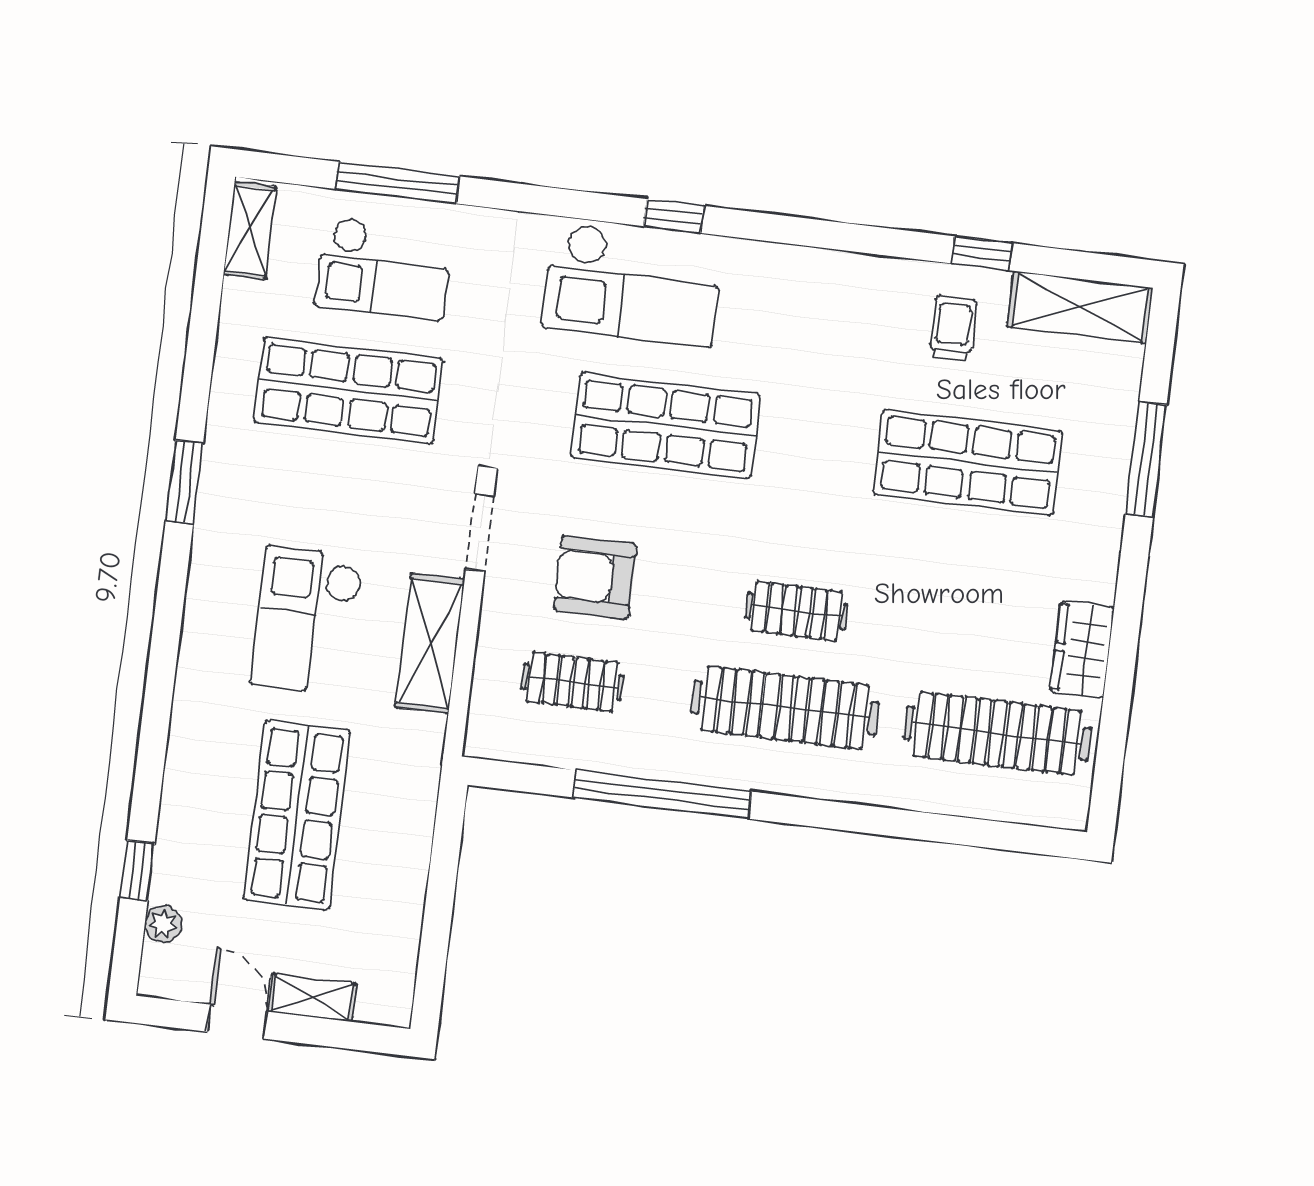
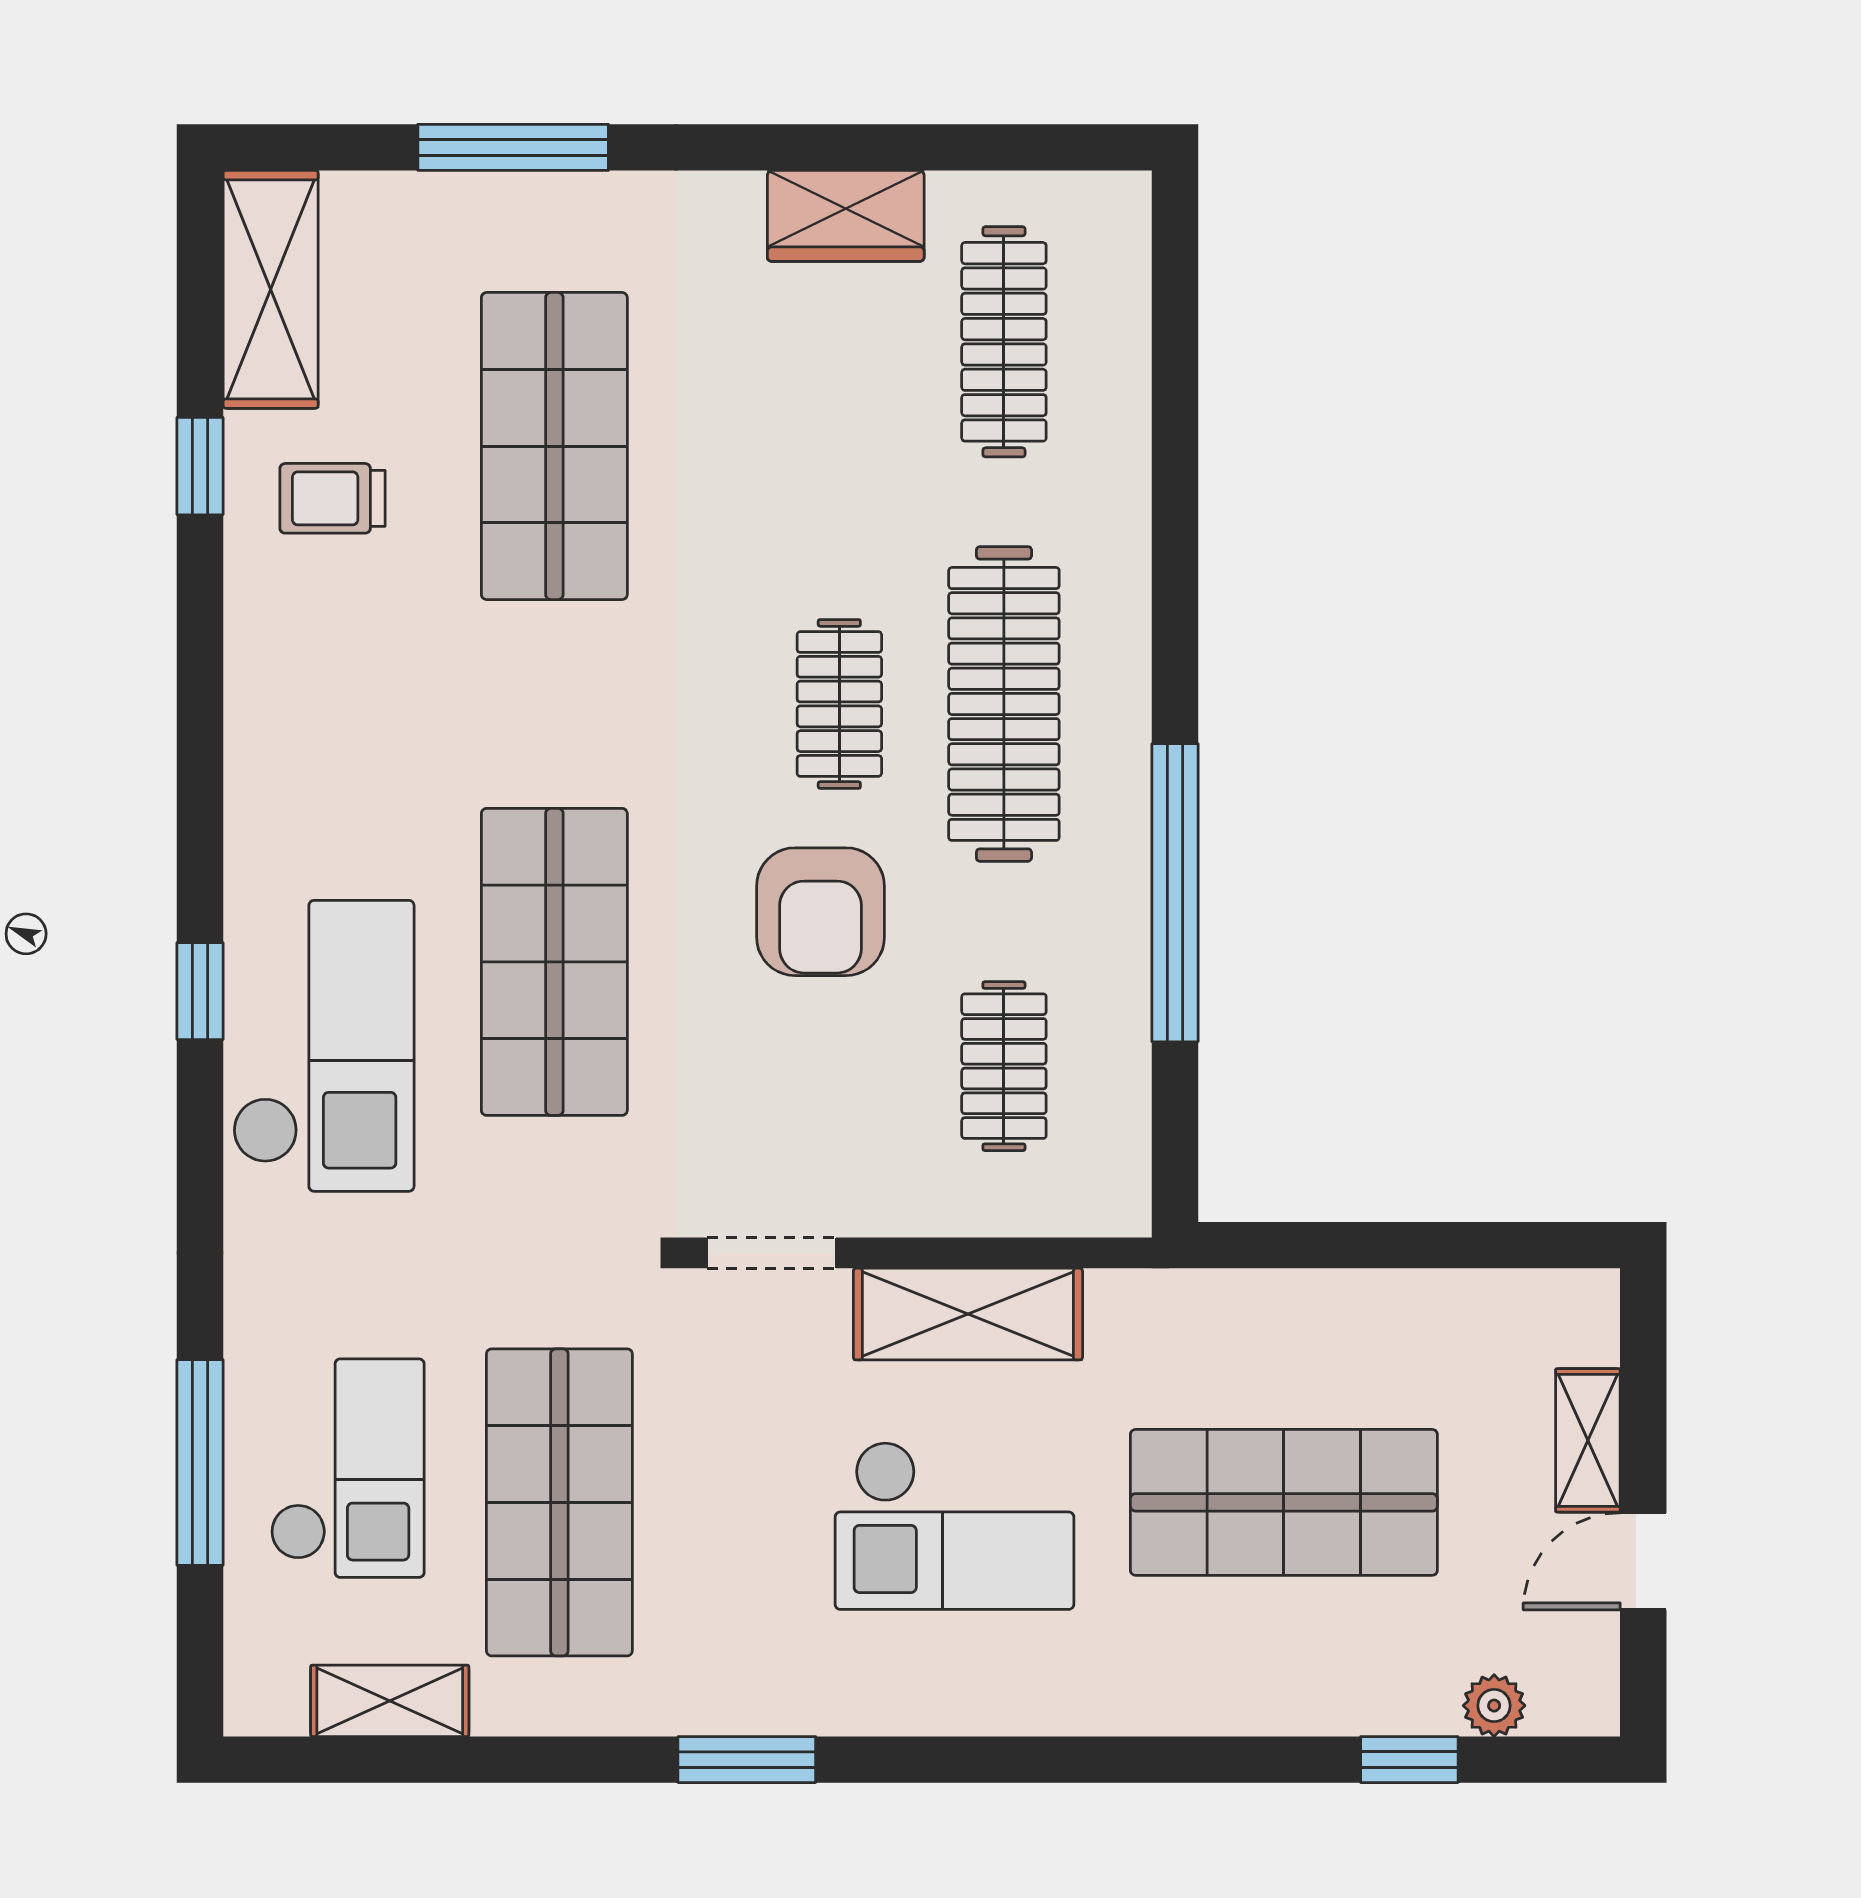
shelving: (250, 230) -> (390, 1701), moved
armchair: (595, 577) -> (821, 912), moved
clothes rail: (997, 733) -> (1004, 342), width x0.73, depth x0.76

